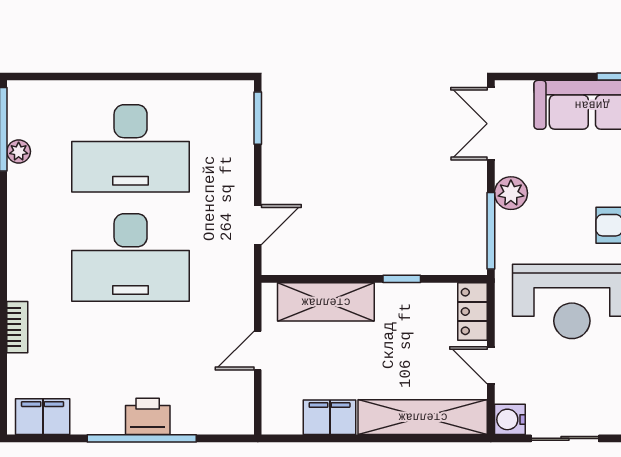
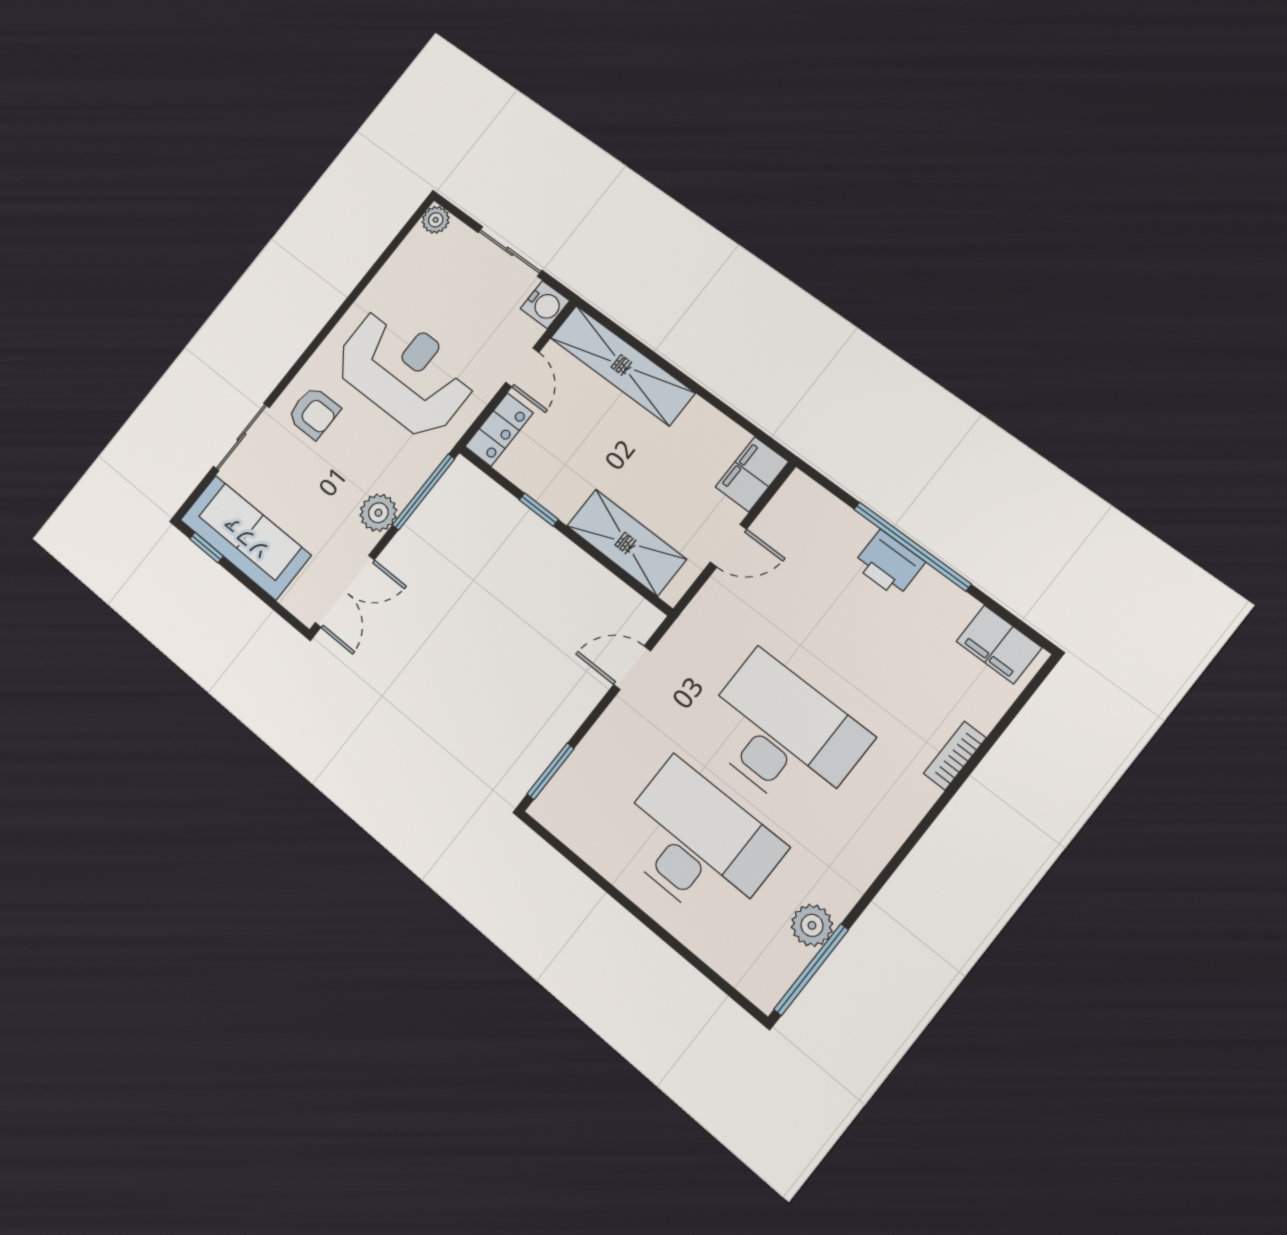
plant: (19, 151) -> (812, 925), width x1.38, depth x1.38
filing cabinet: (330, 417) -> (752, 474), moved, turned 90

